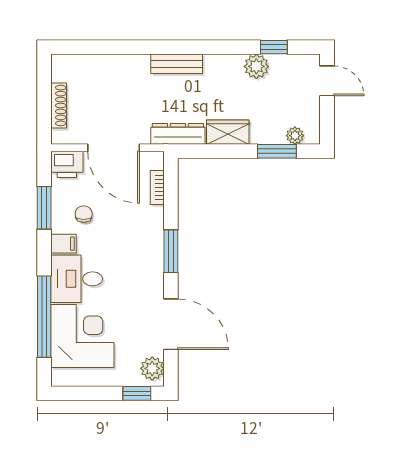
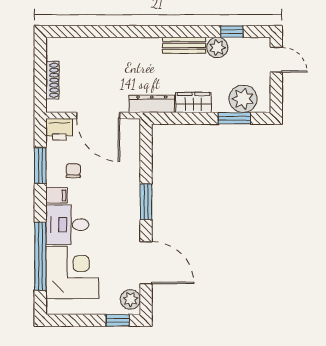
bench: (177, 64) -> (184, 45), moved
plant: (295, 136) -> (243, 99), width x1.87, depth x1.87
bookcase: (157, 188) -> (135, 149), removed

